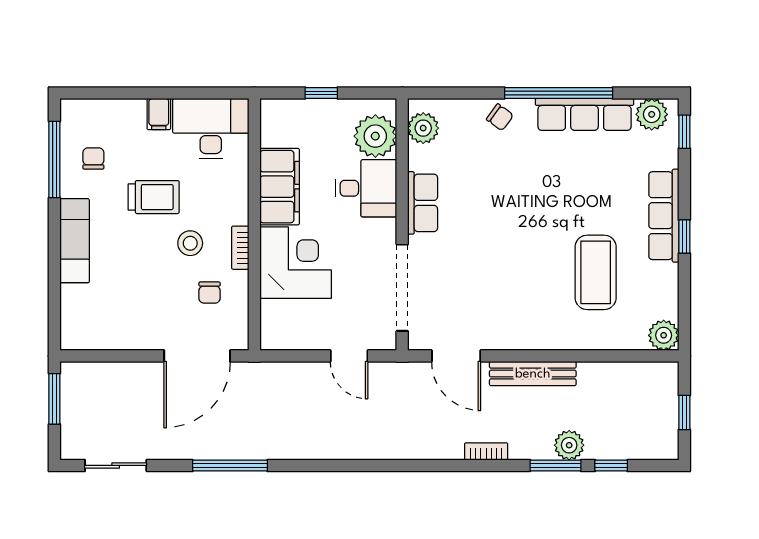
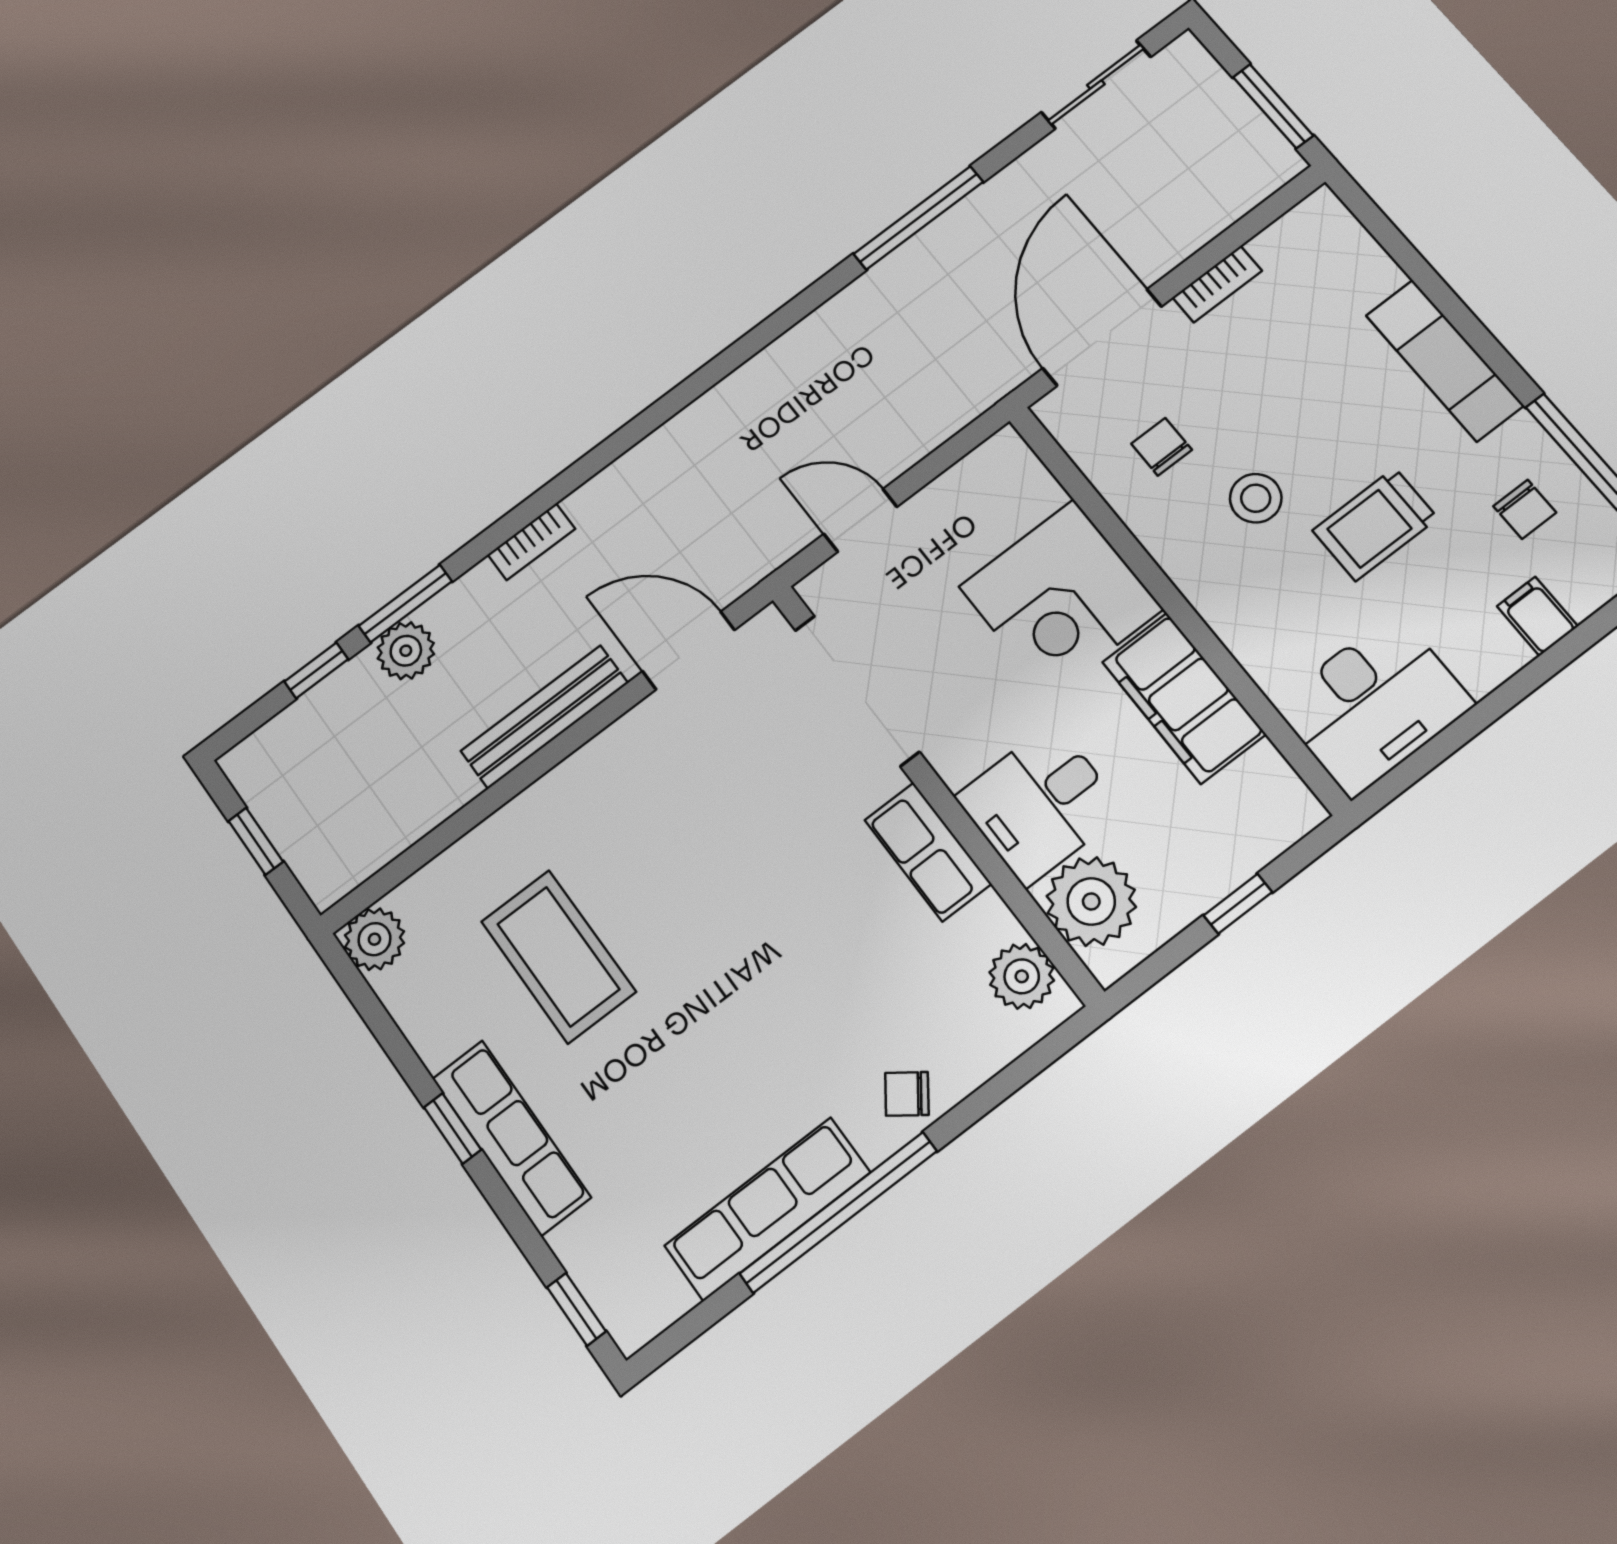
filing cabinet: (159, 114) -> (1537, 616), moved
plant: (652, 114) -> (653, 1297), removed
bookcase: (240, 248) -> (1217, 284), moved, turned 90

